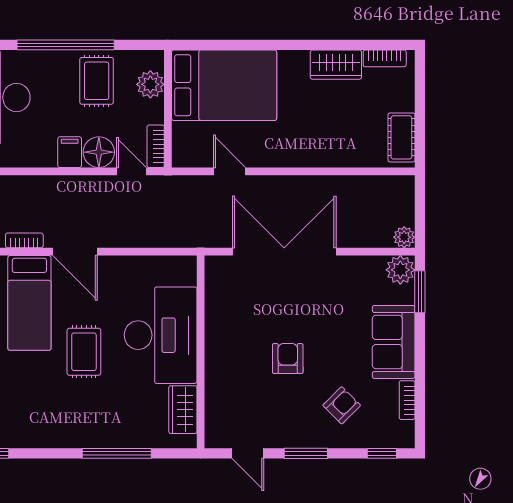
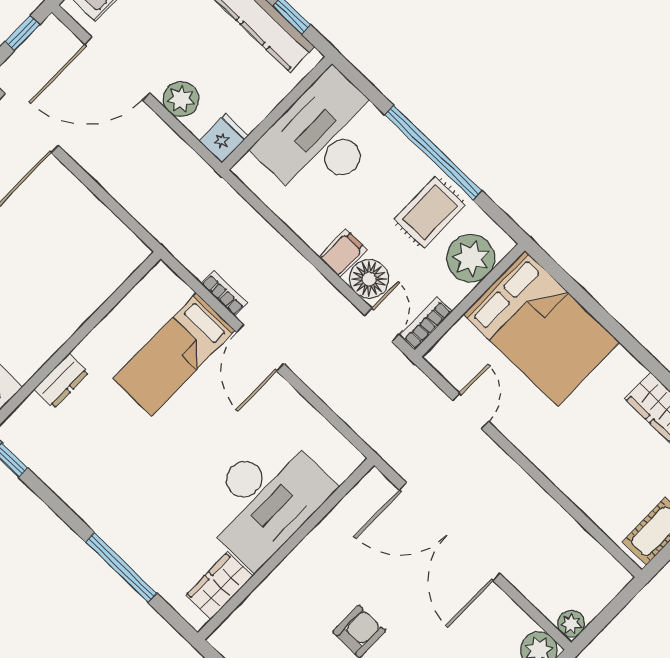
plant: (150, 84) -> (471, 258), width x1.36, depth x1.36
double door: (284, 252) -> (450, 532), swing flipped
rug: (84, 352) -> (181, 447), removed

